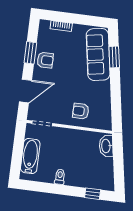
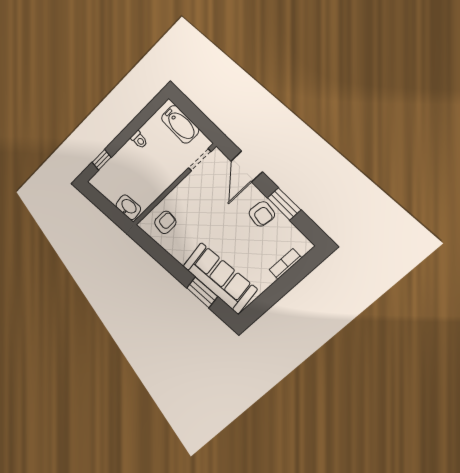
armchair: (45, 60) -> (262, 214), turned -83
armchair: (81, 111) -> (165, 222), moved

